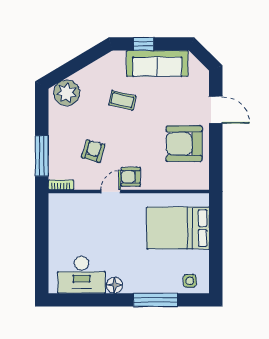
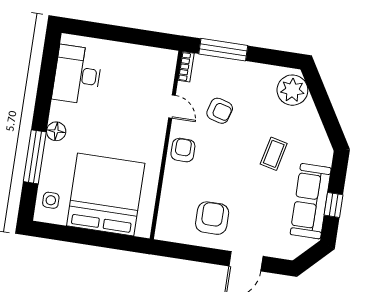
window: (144, 44) -> (333, 205), moved
armchair: (184, 144) -> (212, 218), width x0.73, depth x0.73
door: (111, 192) -> (172, 107), moved
bed: (178, 228) -> (106, 195), width x1.36
floor lamp: (114, 285) -> (56, 131), moved

